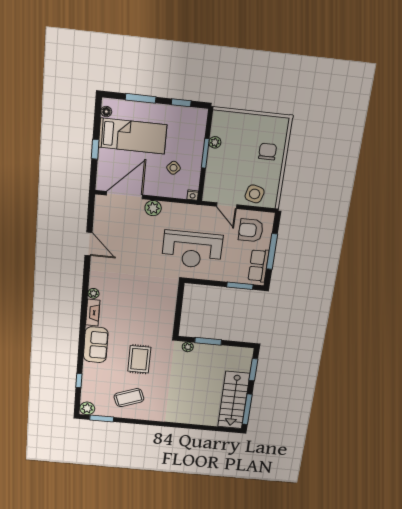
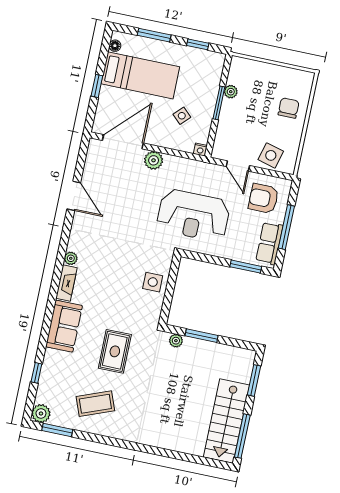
side table: (164, 305) -> (153, 282), added

